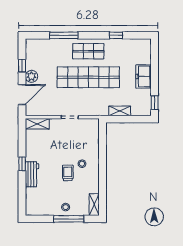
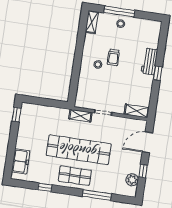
plant: (31, 76) -> (132, 180), moved
freezer: (144, 76) -> (21, 161), moved
shelving: (120, 111) -> (80, 116), moved

